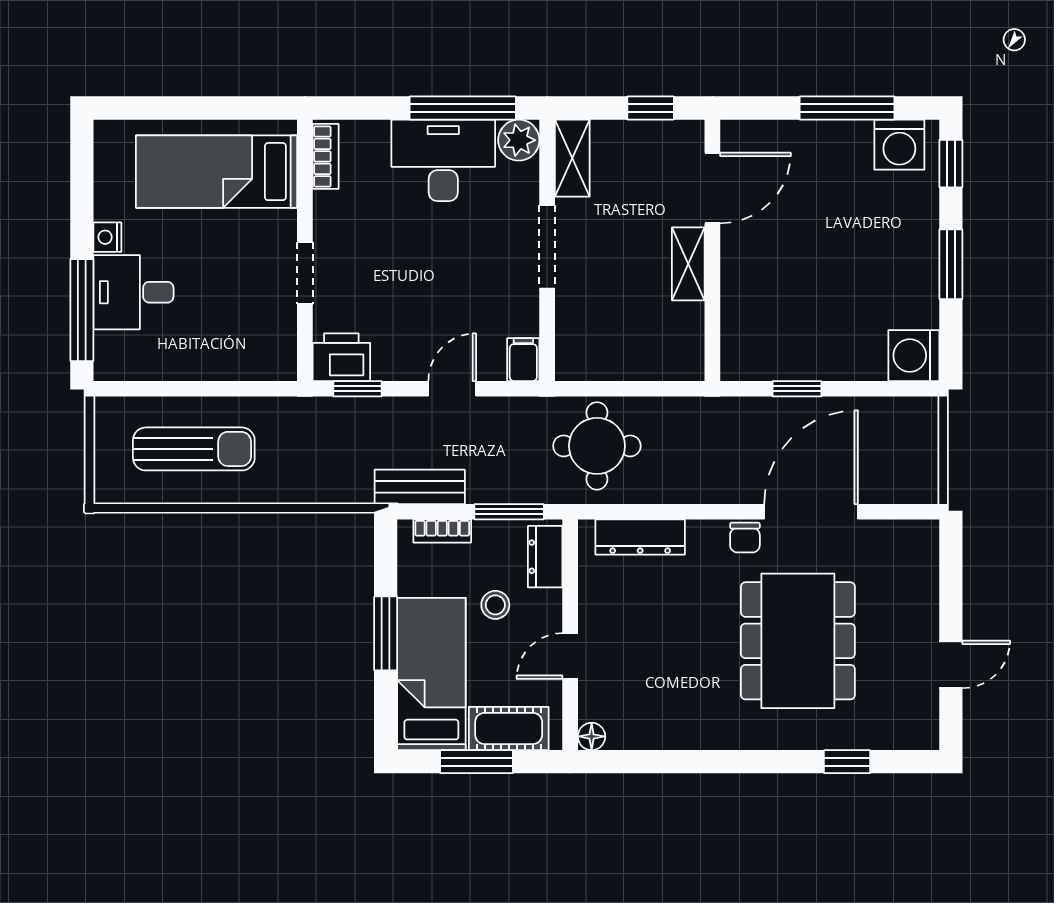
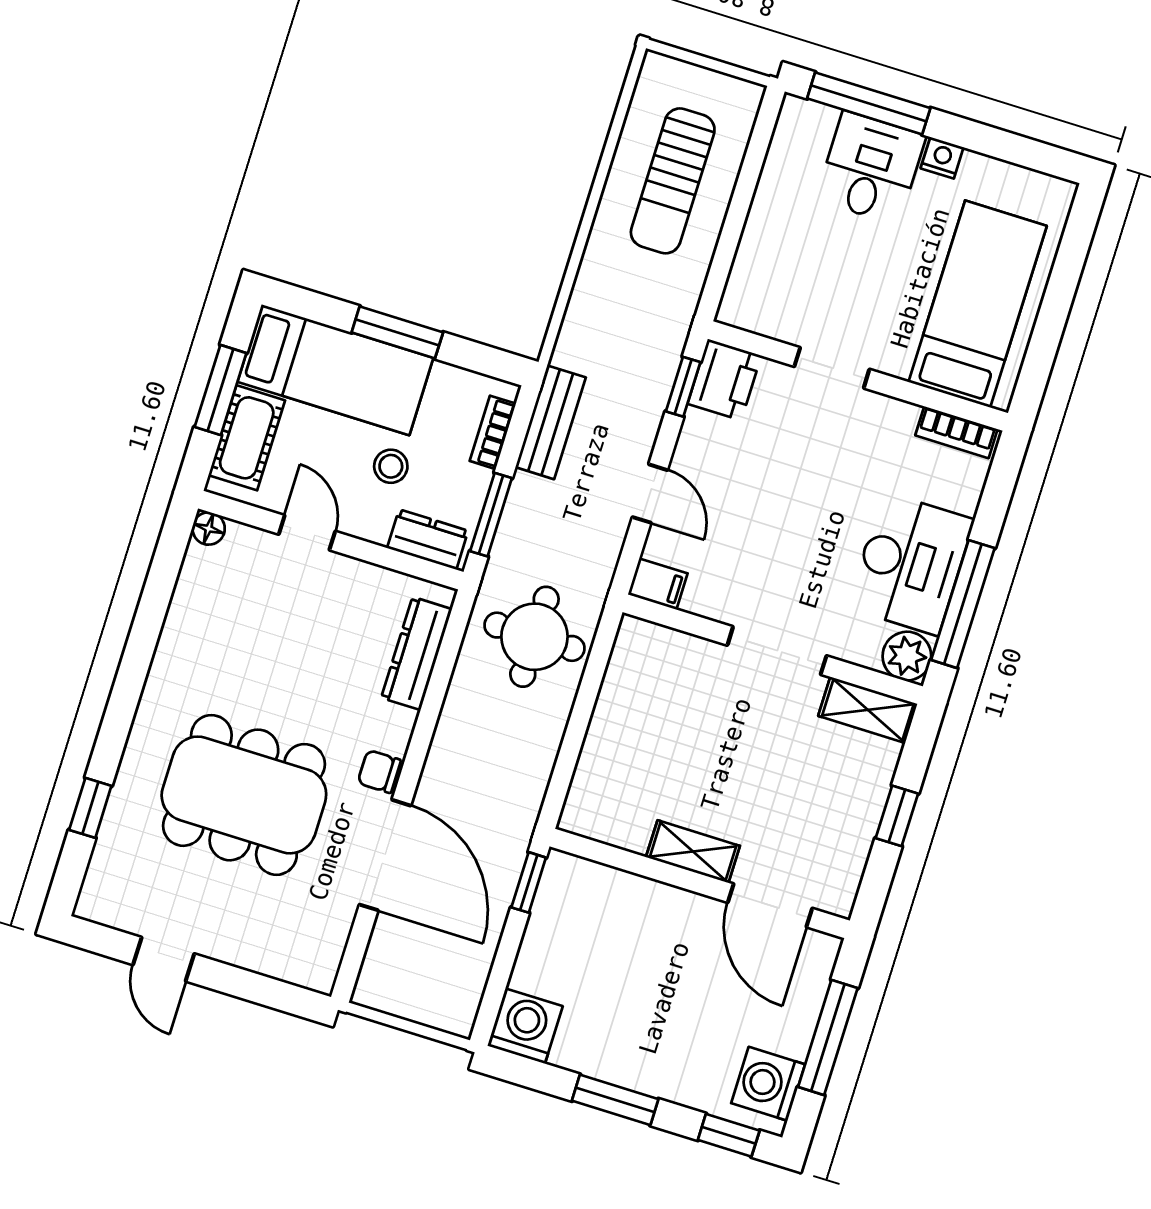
door: (712, 188) -> (770, 905), moved
wall: (712, 250) -> (700, 883), moved
shelving: (688, 264) -> (693, 852), moved

